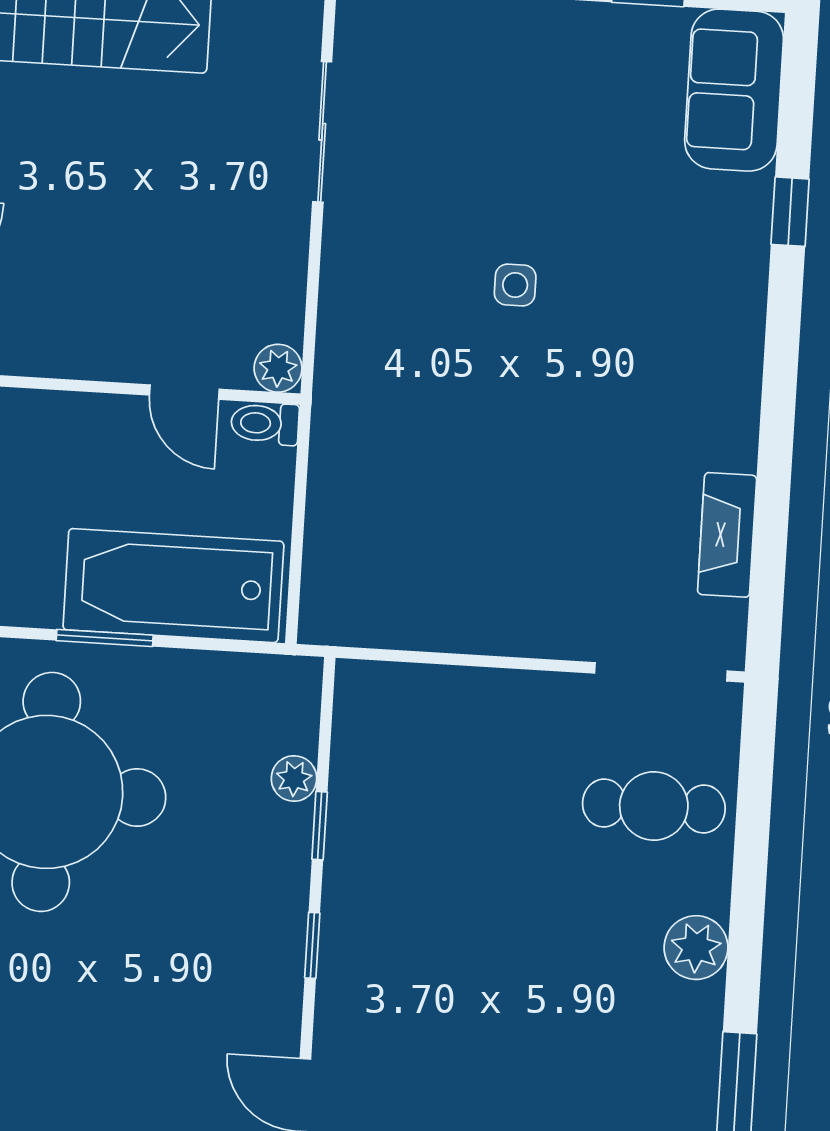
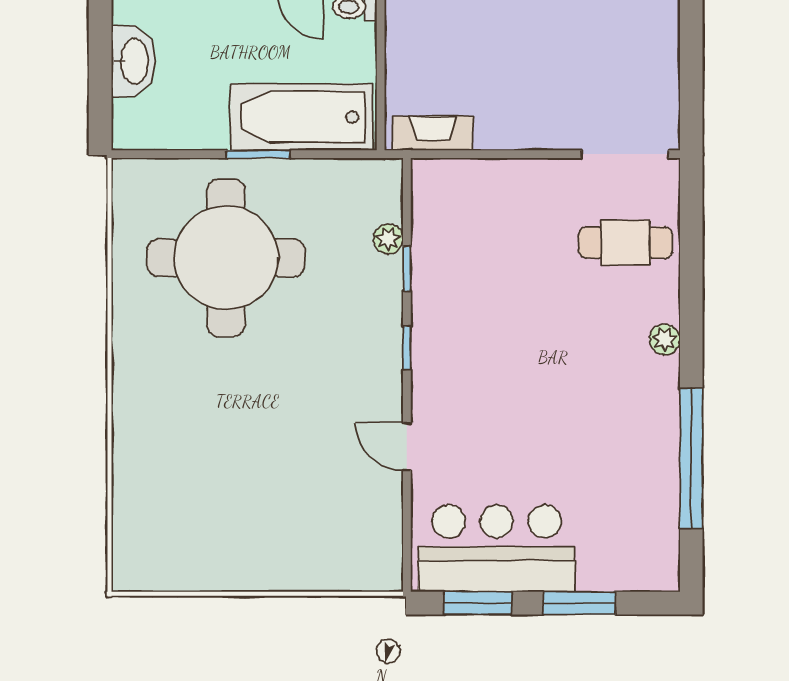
fireplace: (727, 535) -> (433, 133), moved, turned 90
plant: (696, 948) -> (665, 339), width x0.73, depth x0.73

